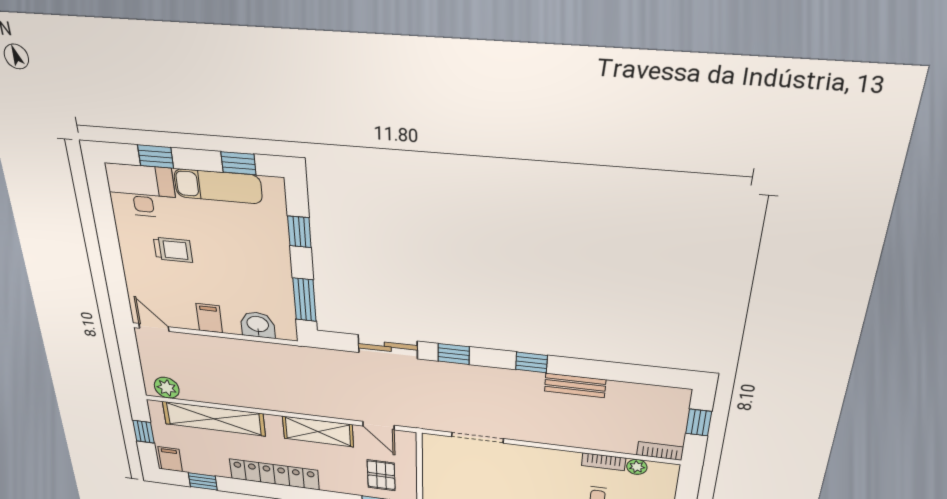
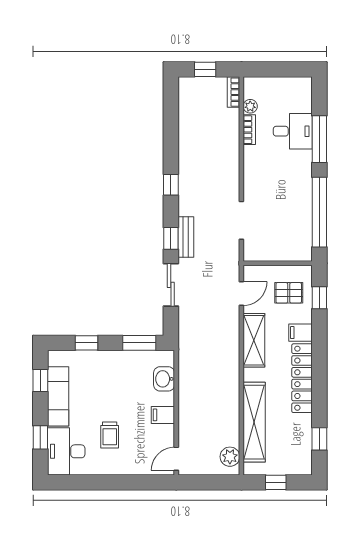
trolley: (173, 250) -> (110, 435), turned 180
bench: (575, 385) -> (186, 237), moved
filing cabinet: (170, 459) -> (300, 333), moved

